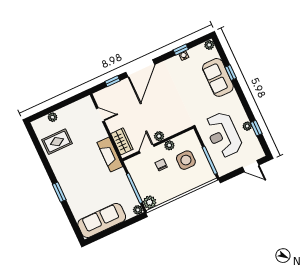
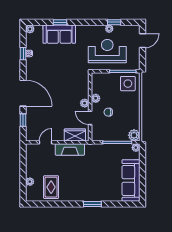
reception desk: (223, 135) -> (107, 51), turned 180
fireplace: (110, 155) -> (70, 149), moved
side table: (186, 160) -> (128, 84), moved

